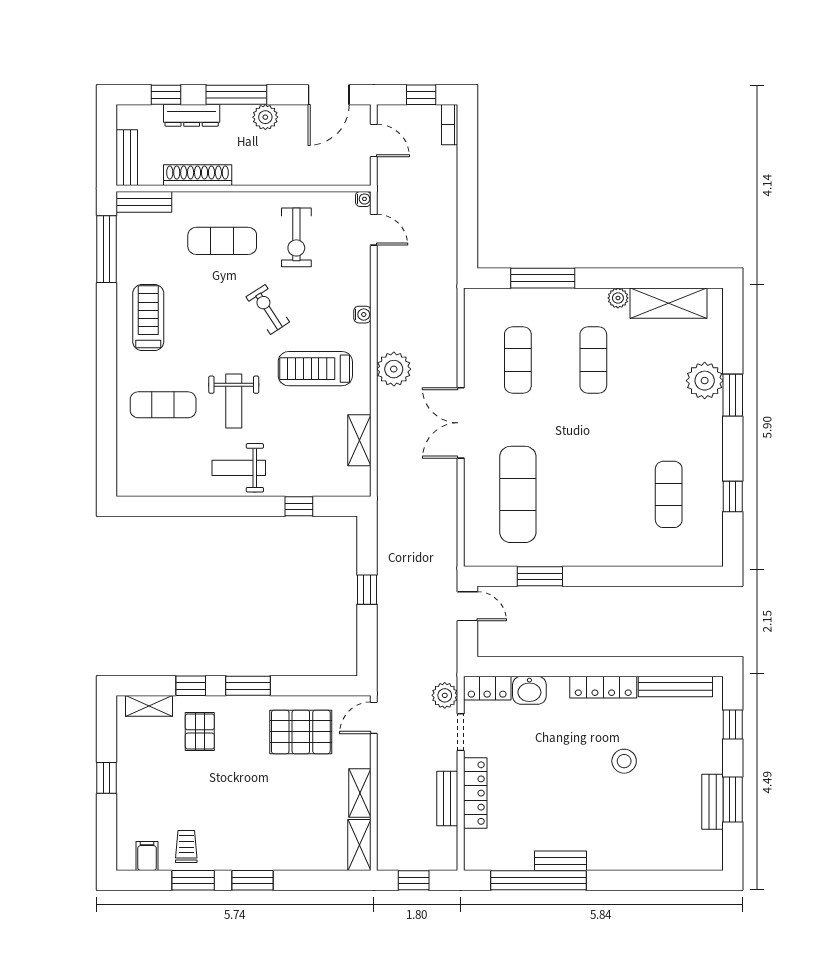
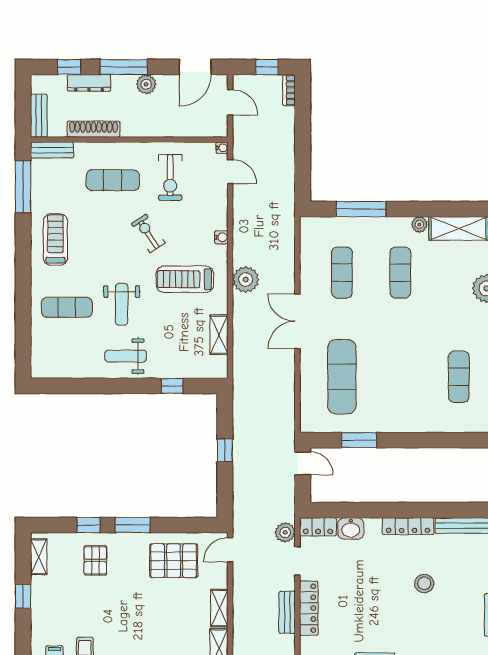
shelving: (149, 706) -> (39, 557), moved, turned 90

